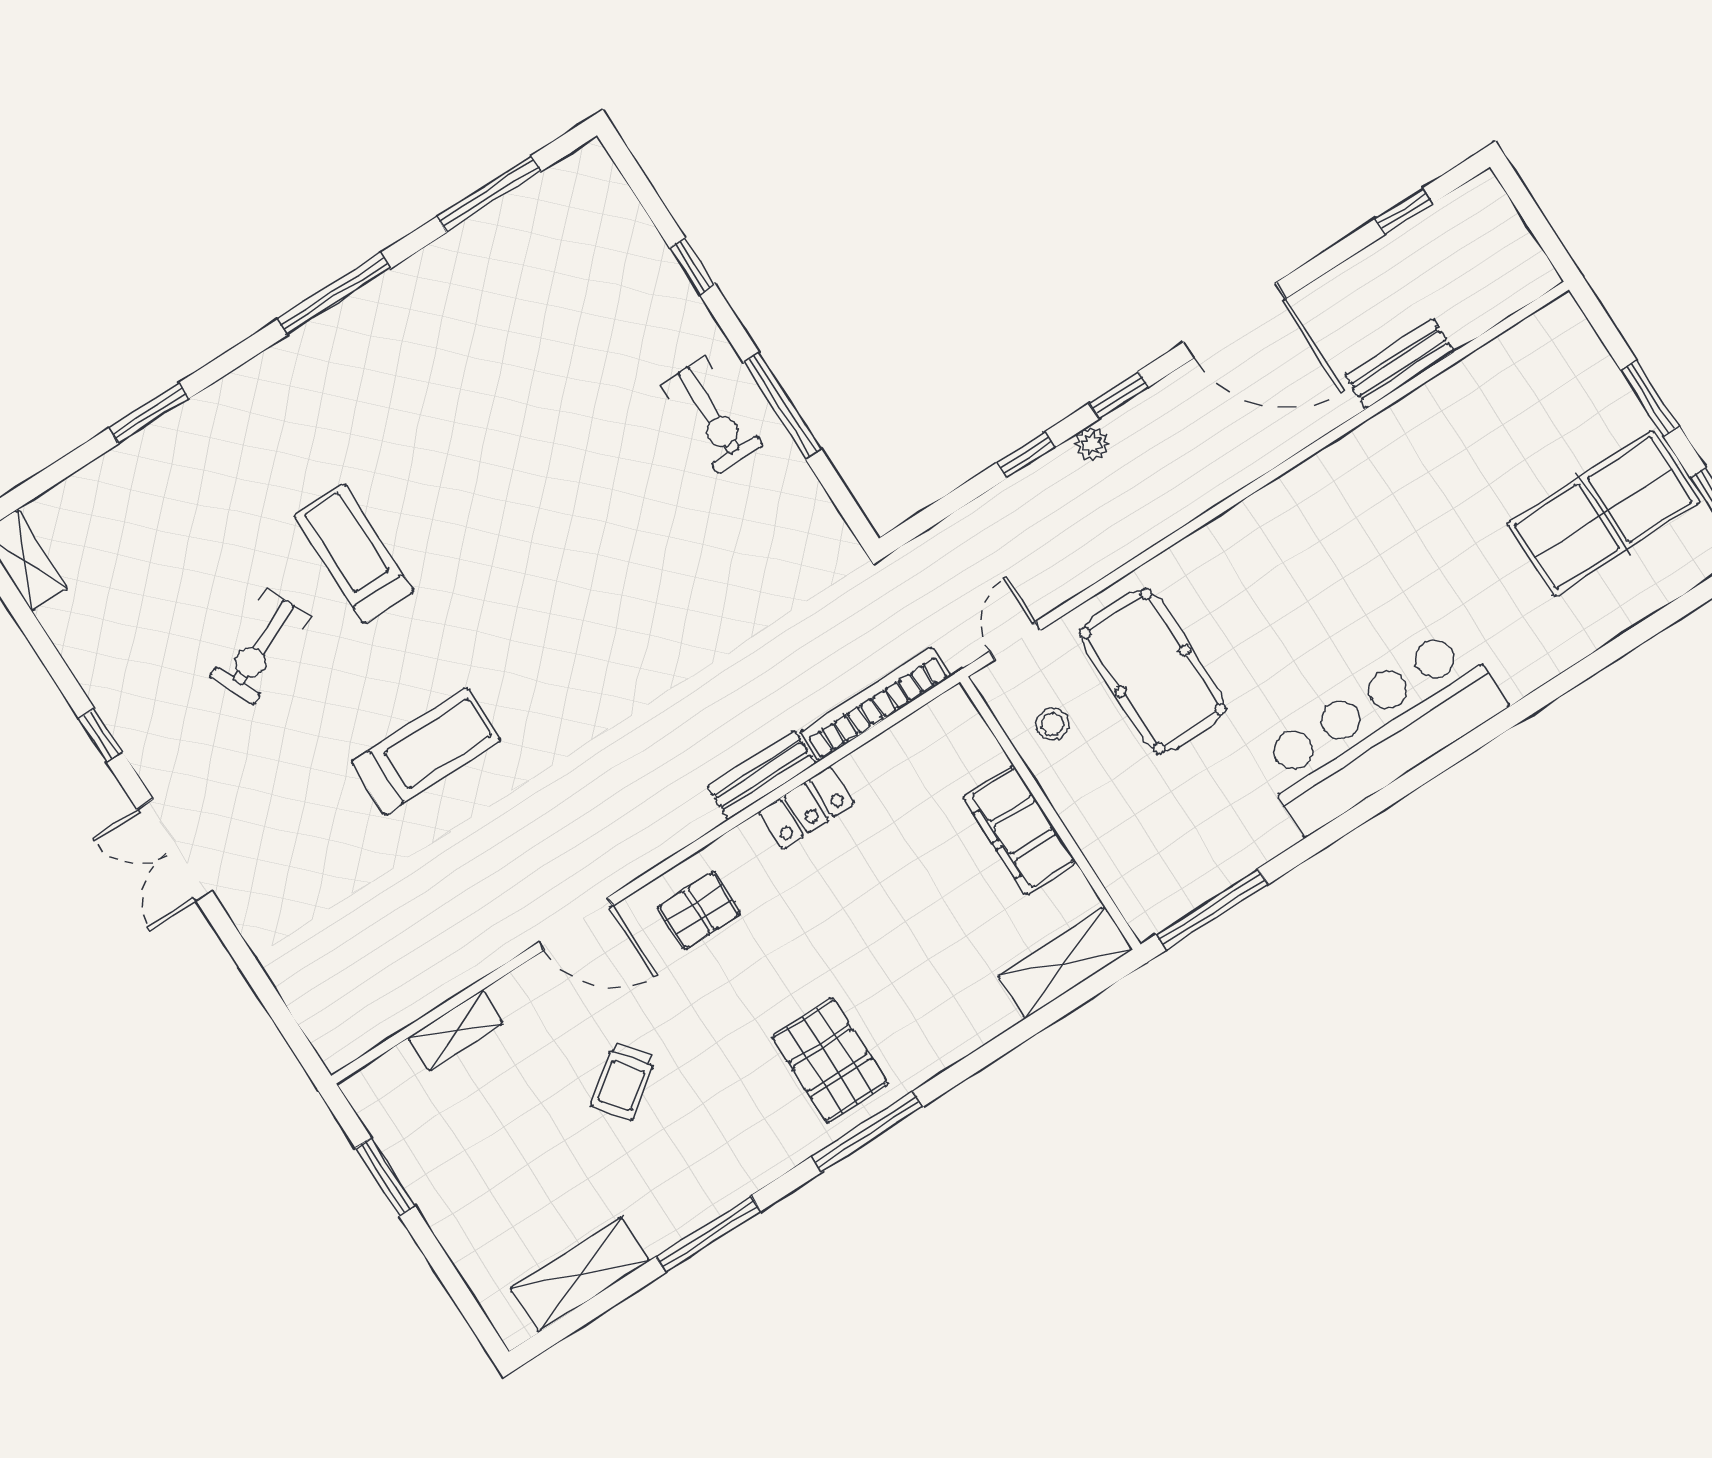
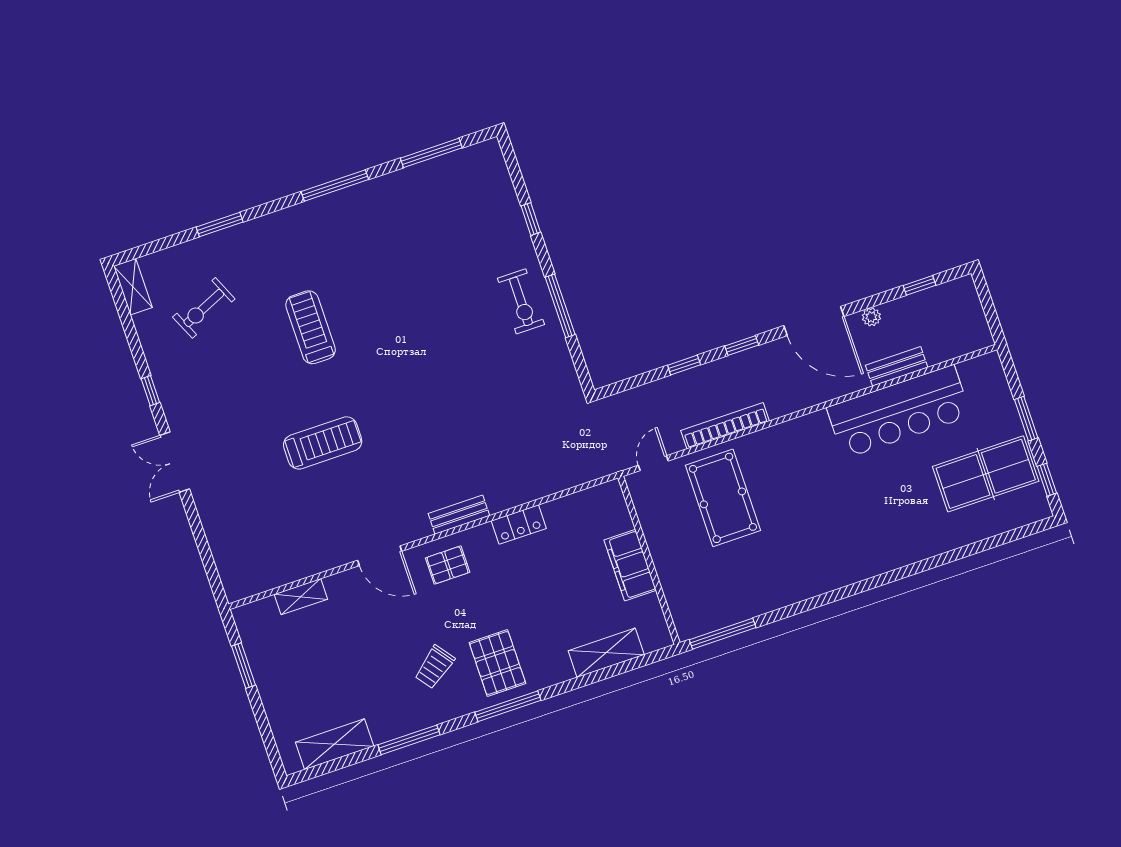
plant: (1092, 444) -> (871, 317), moved
exercise bike: (261, 647) -> (204, 308), moved
bookcase: (876, 704) -> (725, 426), moved
stool: (1052, 724) -> (662, 513), removed
bar counter: (1381, 731) -> (899, 412), moved, turned 180
bench: (761, 775) -> (459, 515), moved
shelving: (1065, 963) -> (606, 653), moved
trolley: (623, 1081) -> (434, 667), moved

